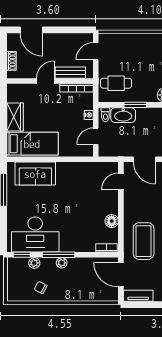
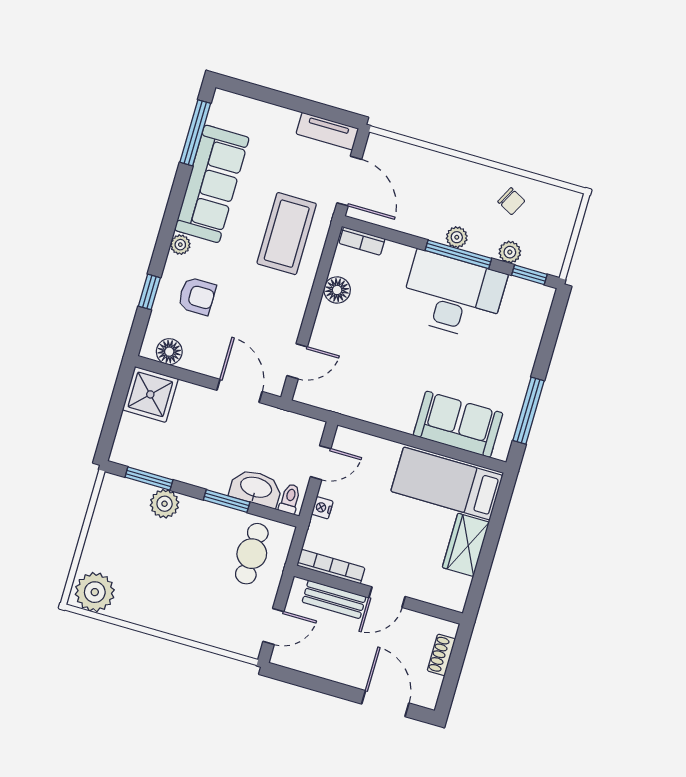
cafe table: (116, 83) -> (252, 554), turned 90
desk: (35, 234) -> (453, 295), moved

